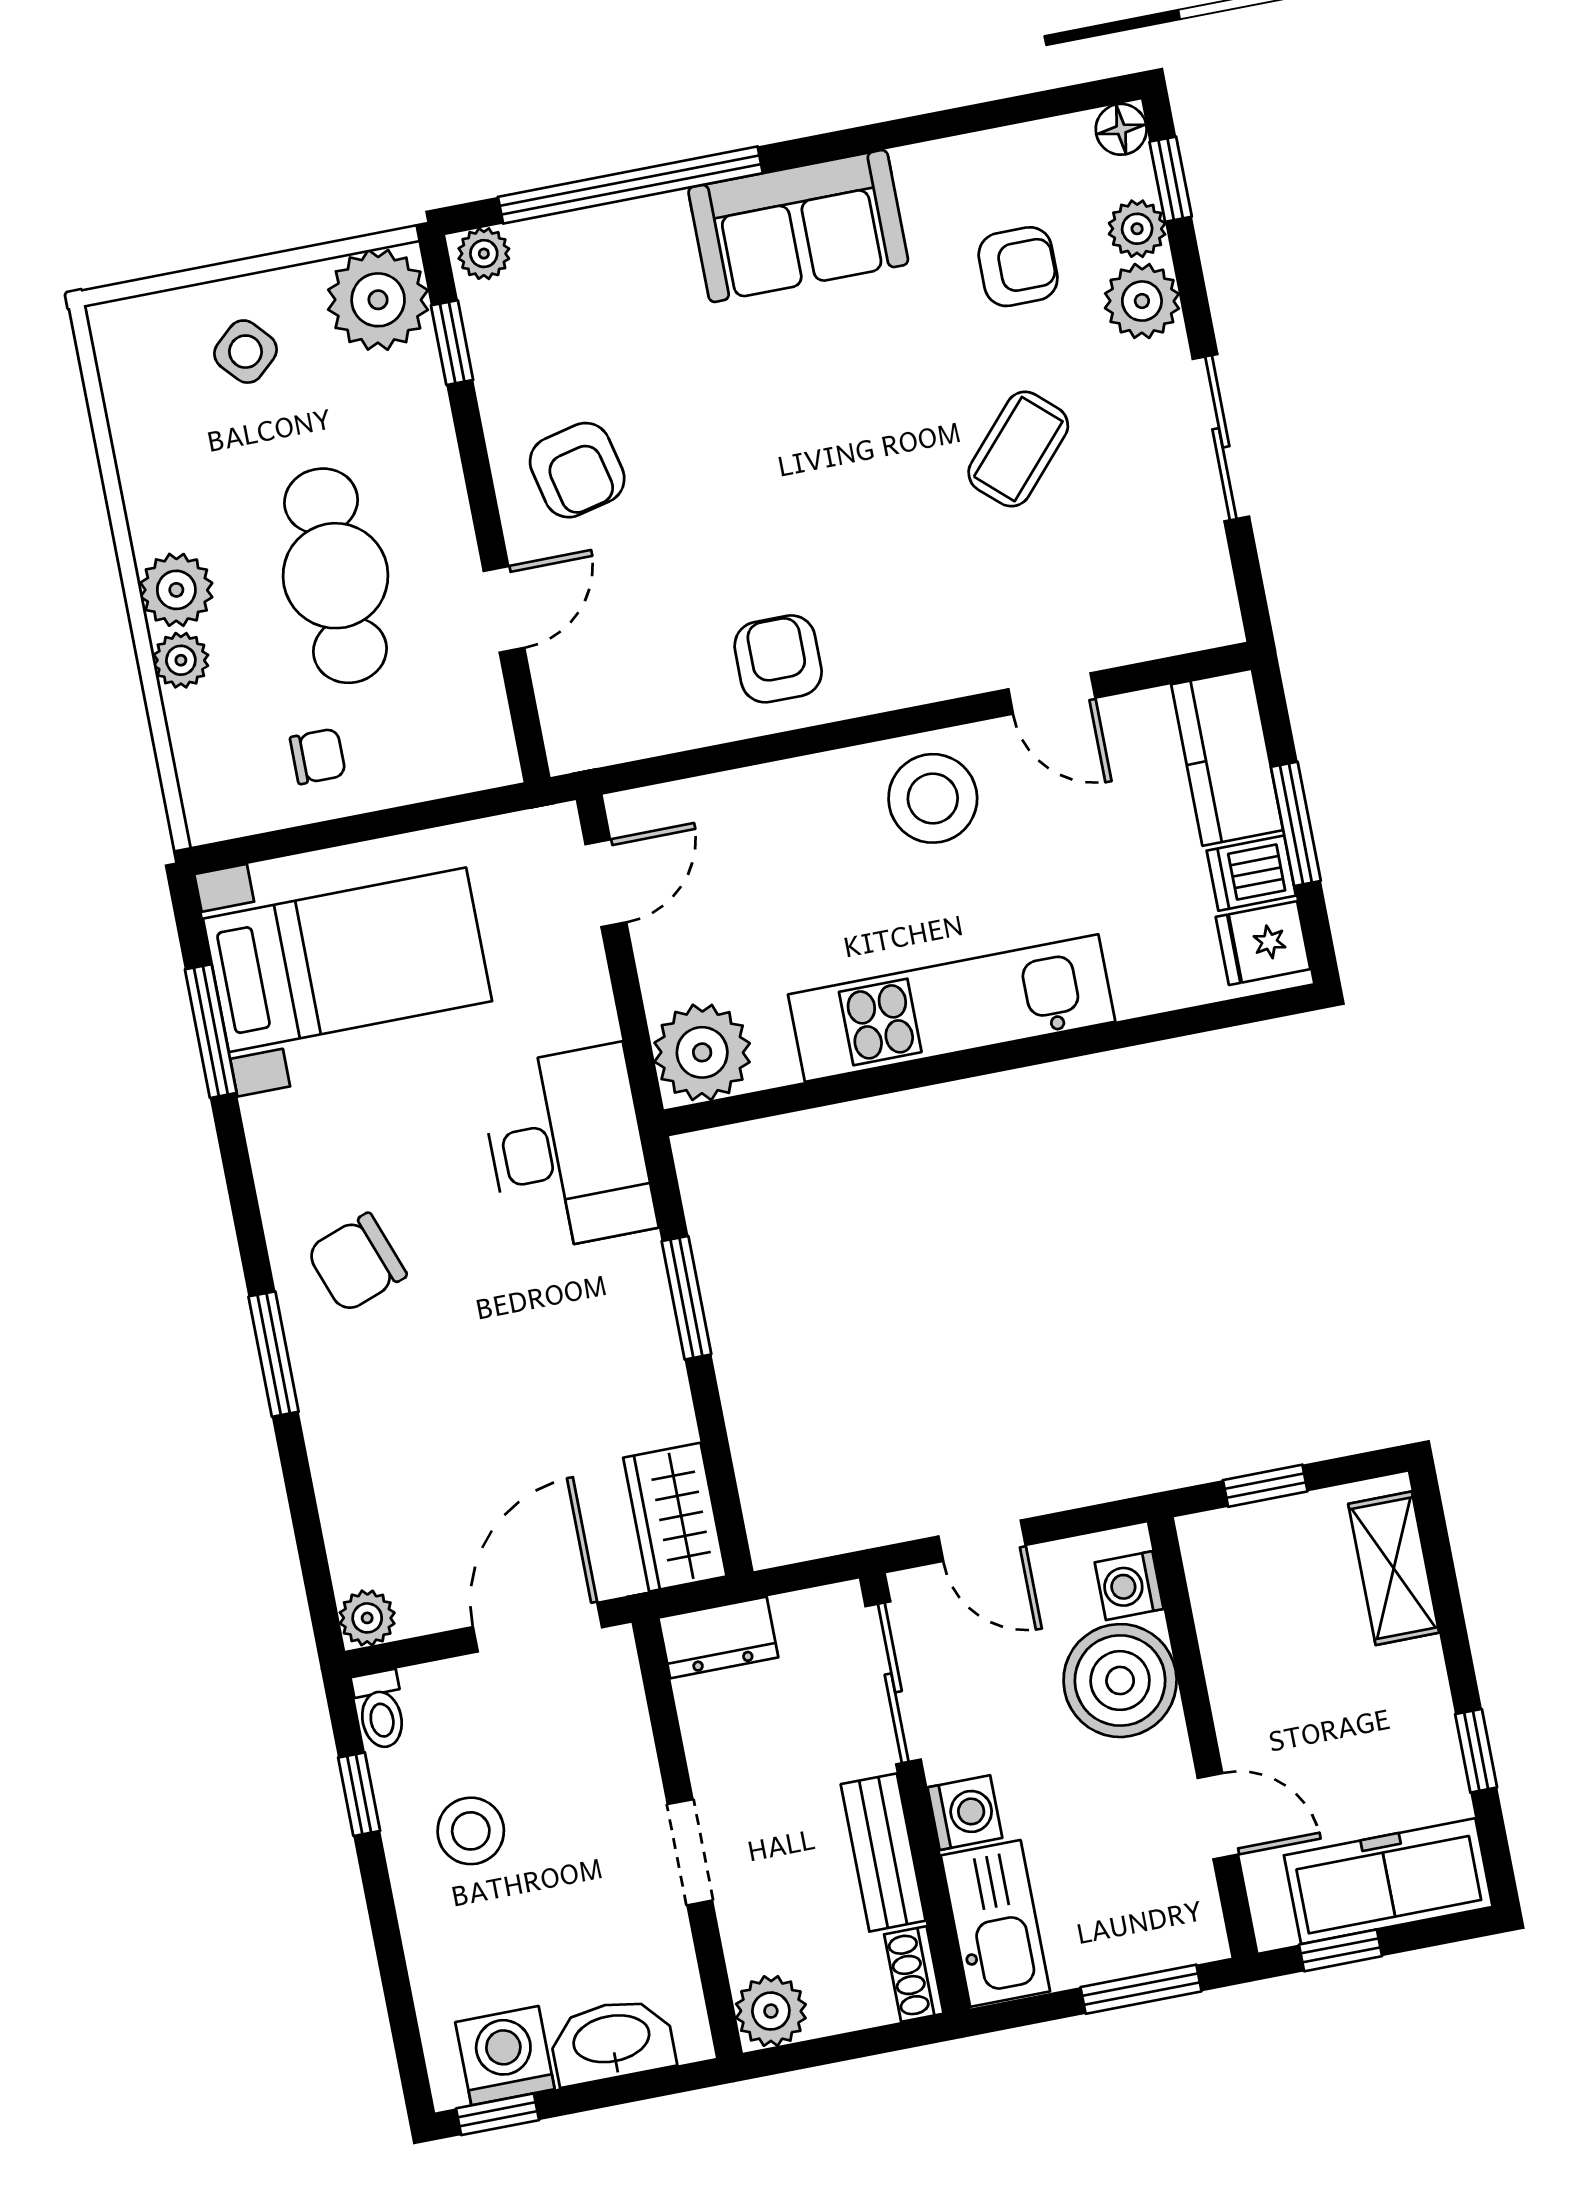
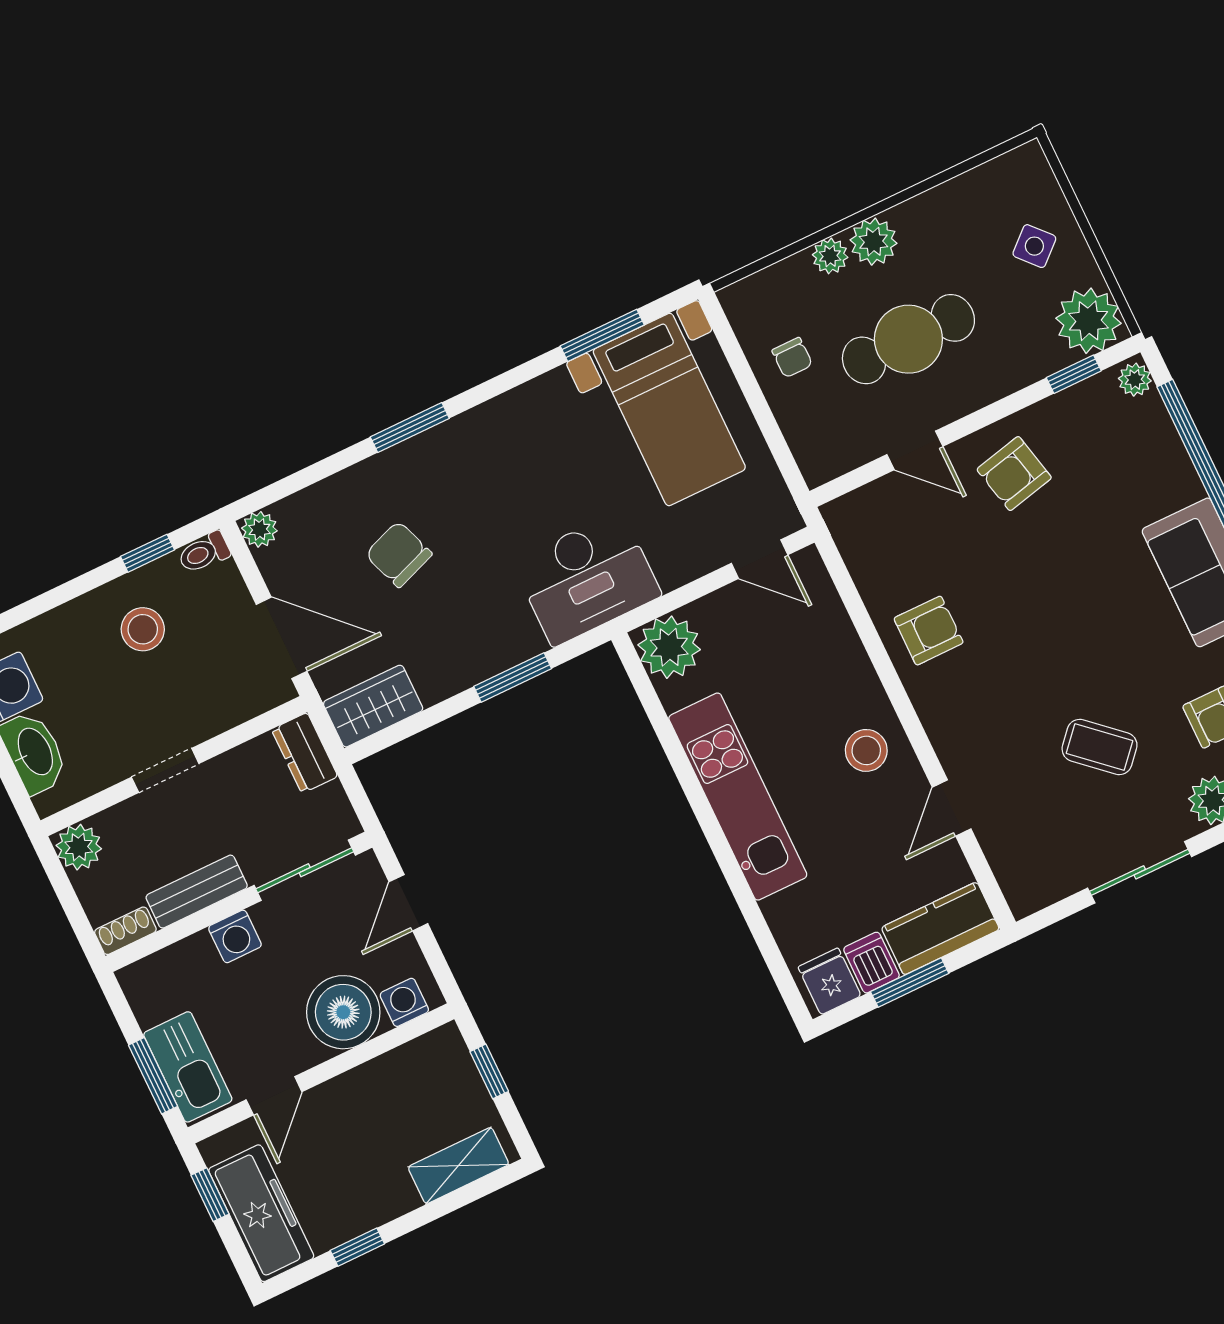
stool: (933, 798) -> (866, 750), width x0.73, depth x0.73
chair: (356, 1263) -> (399, 554), moved
kitchen sink: (995, 1923) -> (188, 1067), moved, turned -90

